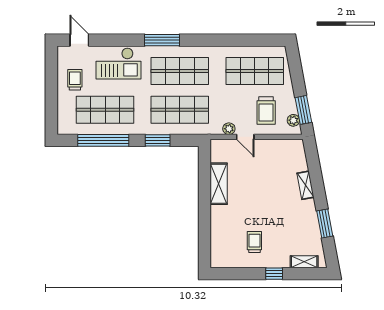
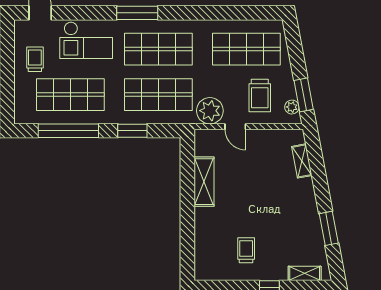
plant: (229, 129) -> (210, 111), width x1.88, depth x1.88
shelving: (305, 185) -> (302, 161), moved

